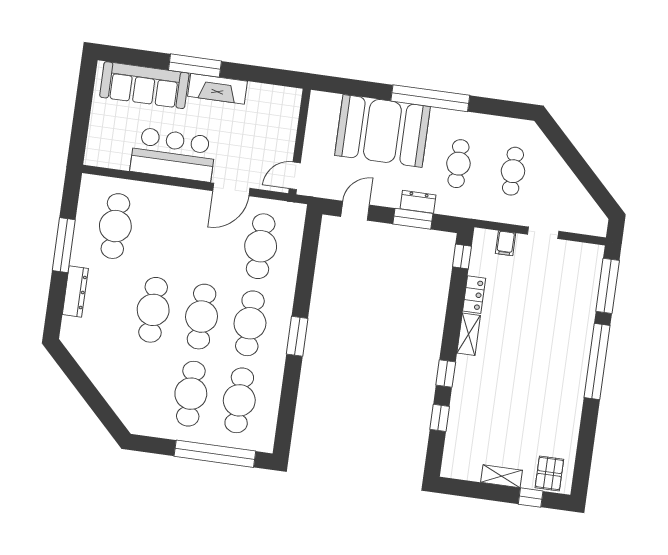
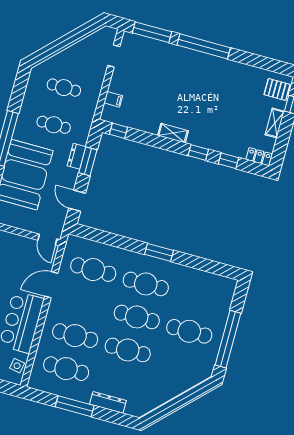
side table: (110, 156) -> (17, 366), added
door: (231, 189) -> (51, 285), swing flipped
doorway: (543, 233) -> (114, 56), moved
locker: (474, 295) -> (259, 157), moved
cafe table: (239, 400) -> (75, 336), moved
window: (215, 454) -> (228, 339), moved

